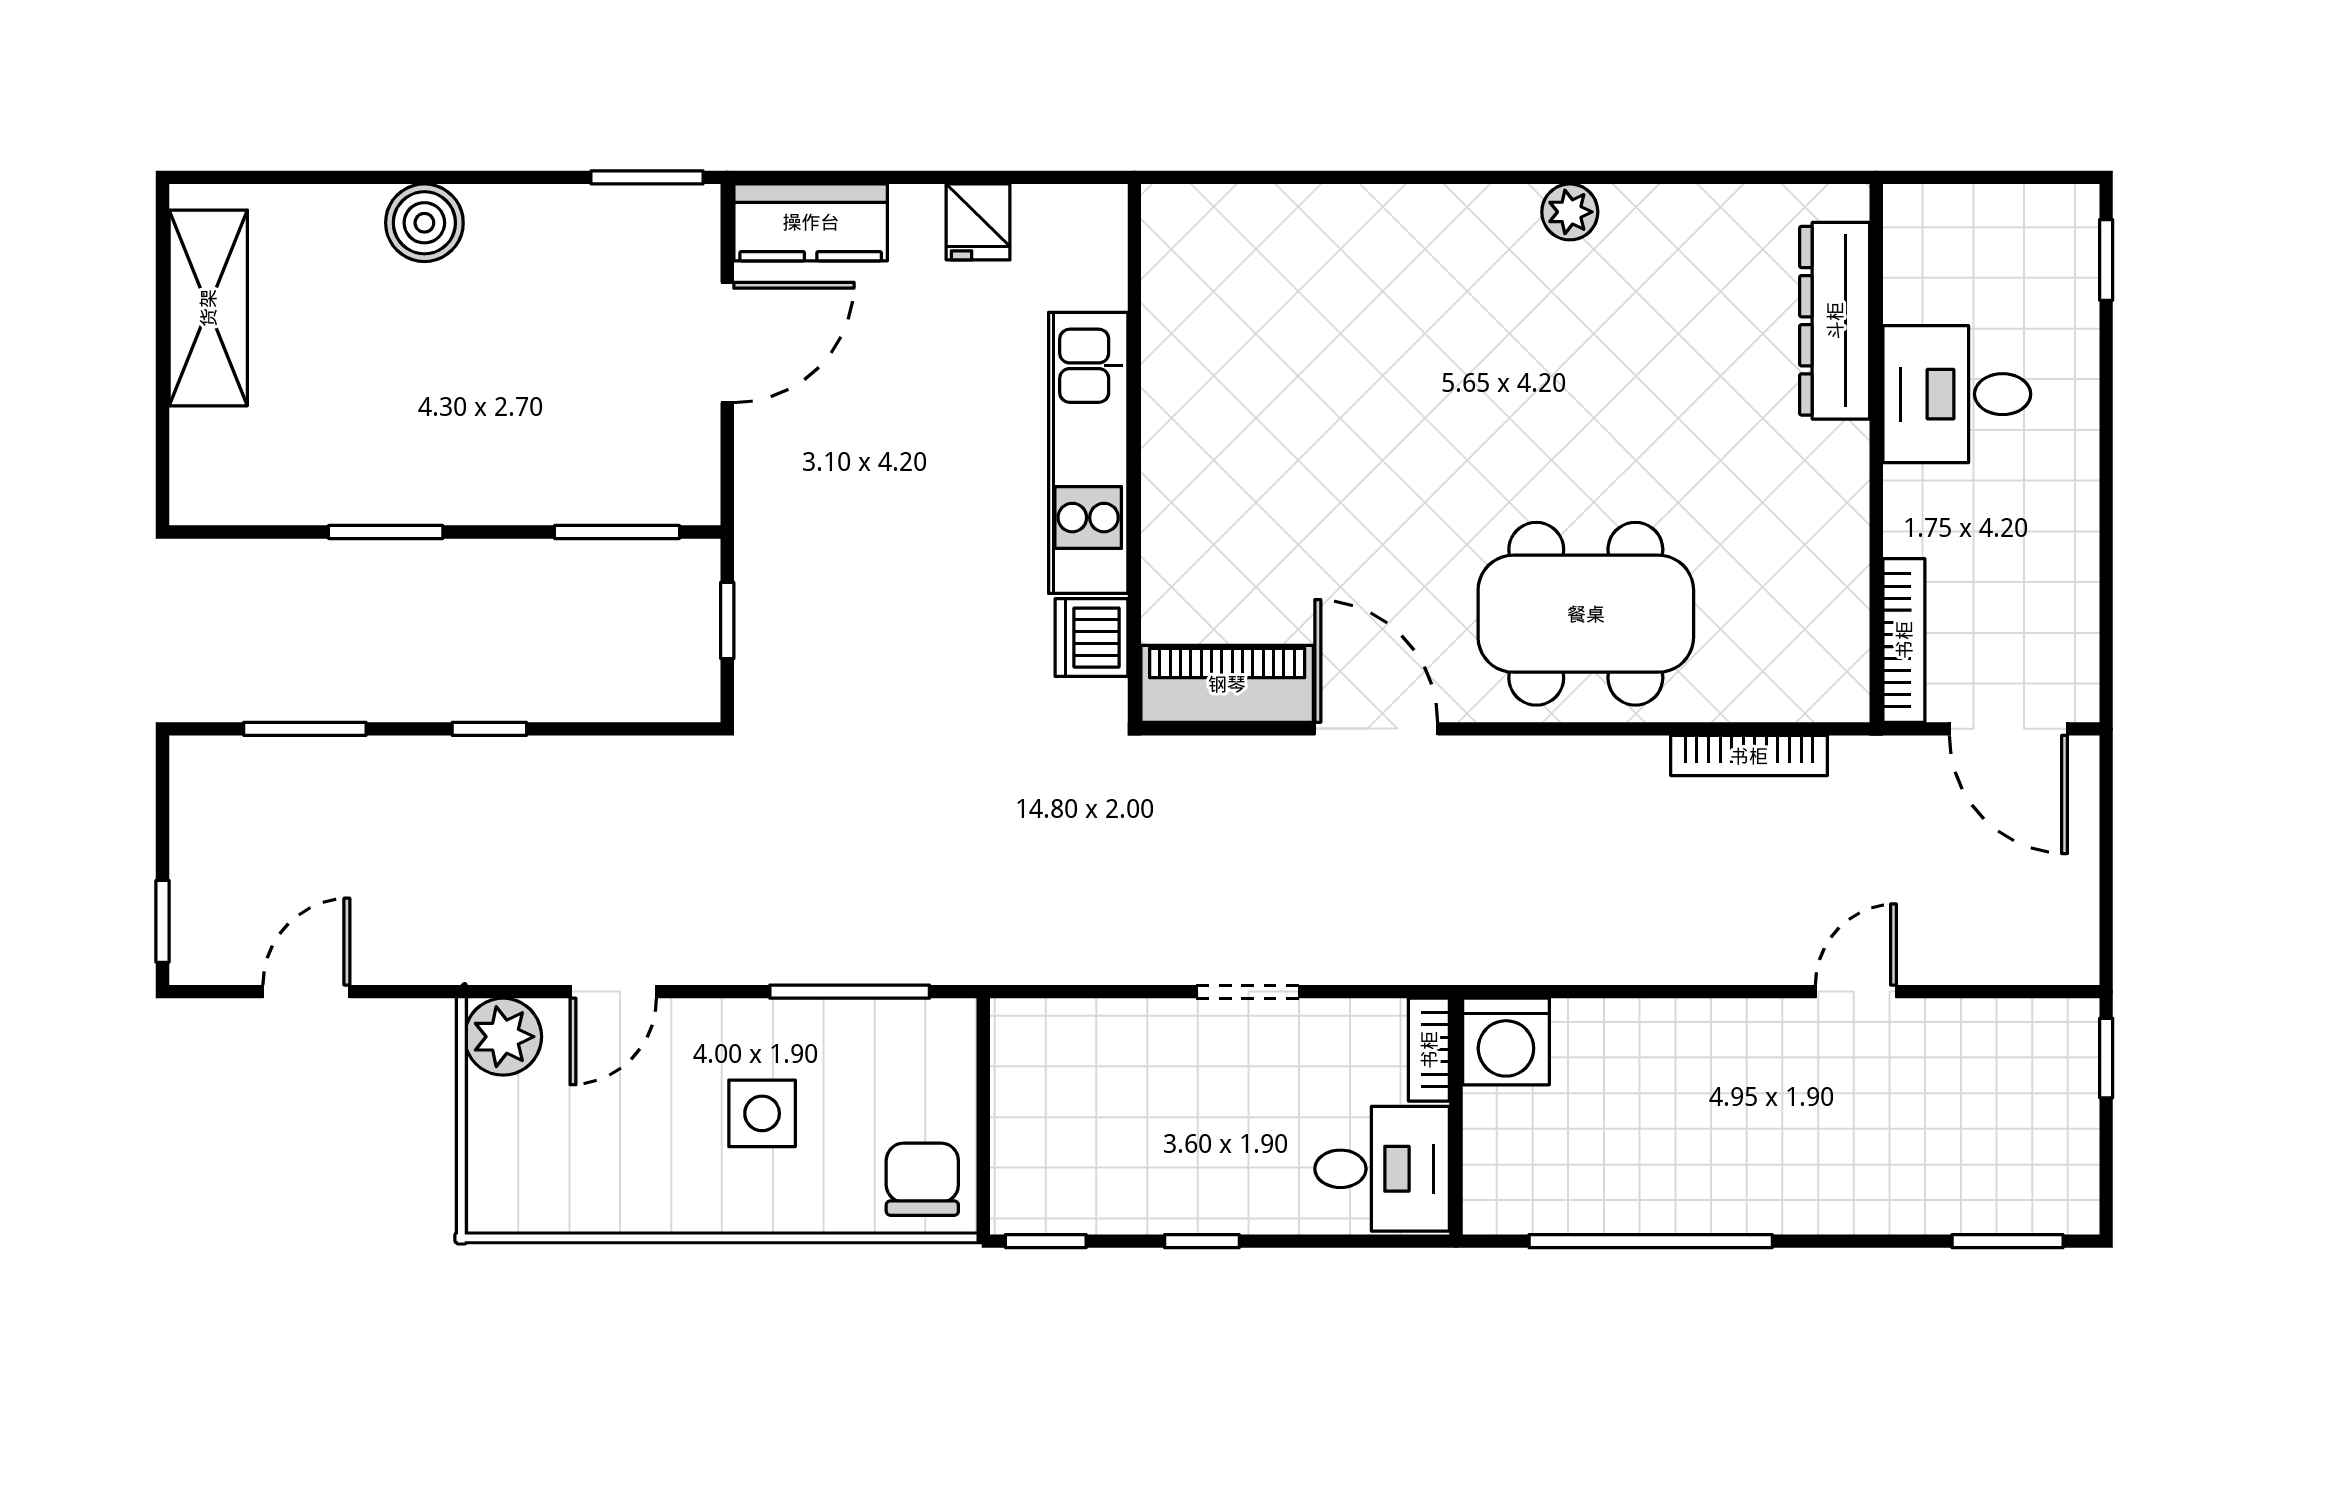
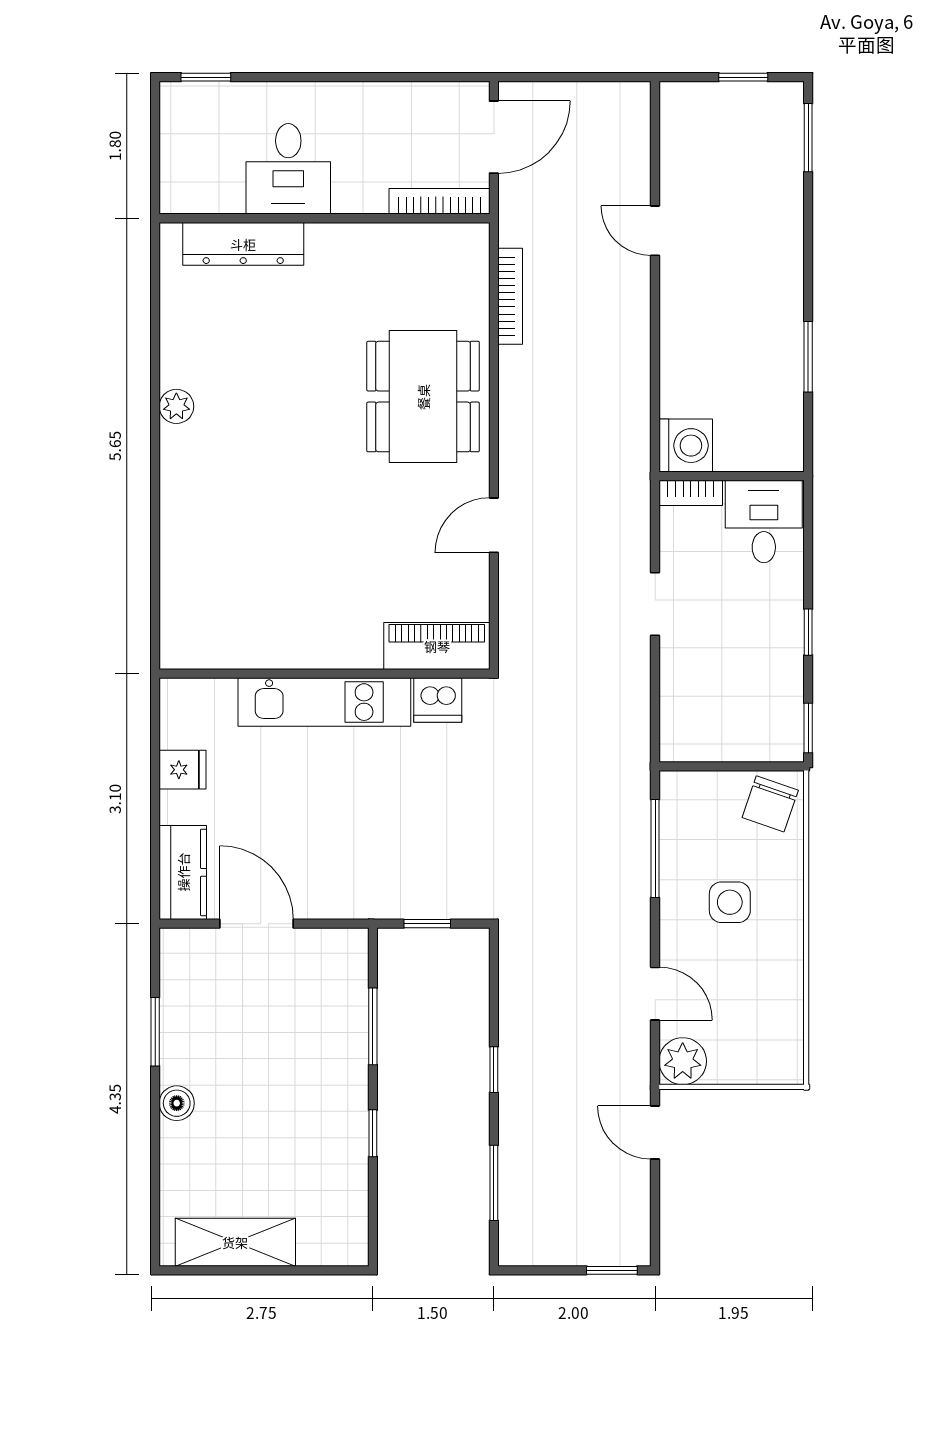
window: (647, 177) -> (155, 1032), moved
boiler: (424, 223) -> (177, 1103), width x0.73, depth x0.73
window: (386, 532) -> (373, 1133), width x0.67
window: (617, 532) -> (373, 1026), moved
piano: (1227, 684) -> (437, 646), moved, turned 90
door: (1376, 729) -> (494, 525), width x0.73
door: (306, 992) -> (655, 1133), moved
window: (2106, 1058) -> (743, 77), moved
chair: (922, 1179) -> (770, 804), turned -71
window: (1651, 1241) -> (808, 357), width x0.47

